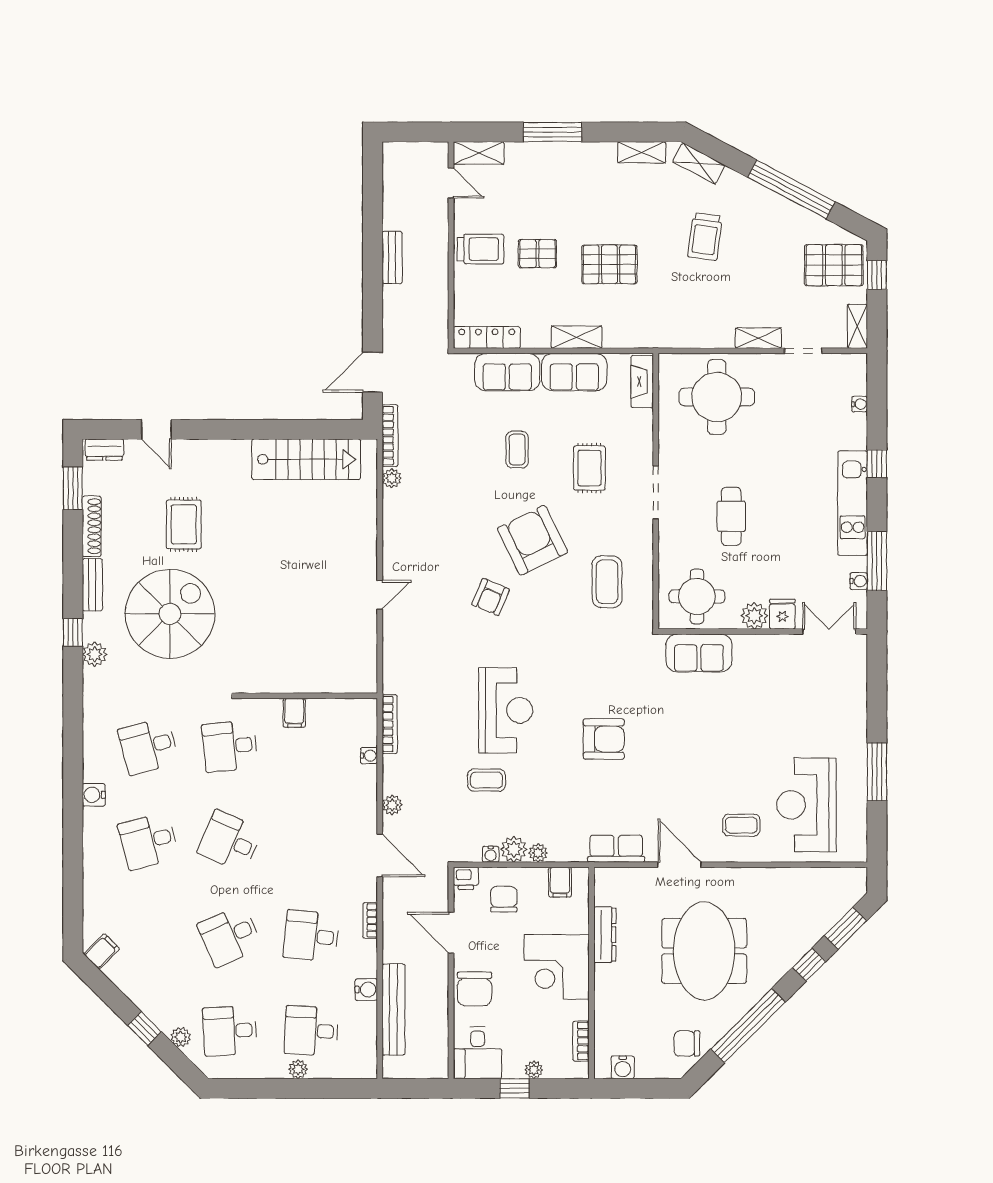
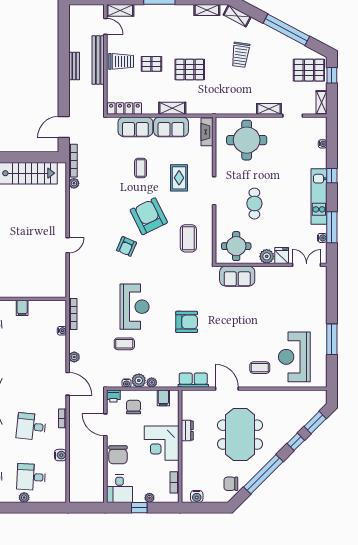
dresser: (605, 935) -> (187, 430), width x0.70
bench: (393, 1009) -> (98, 60), moved

